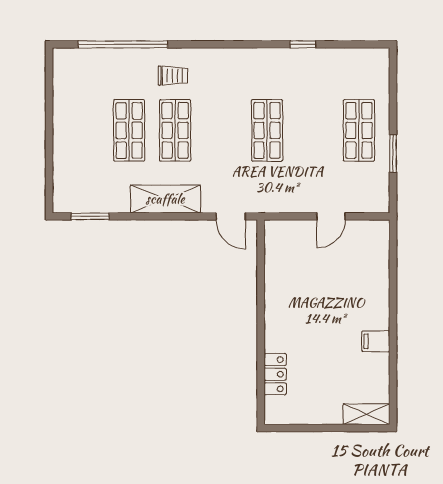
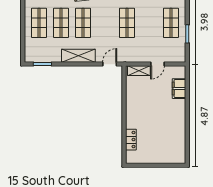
shop shelf: (83, 130) -> (39, 23), added
door: (231, 216) -> (110, 64), swing flipped
filing cabinet: (376, 341) -> (179, 89), moved, width x2.00
shelving: (366, 414) -> (139, 71), moved

